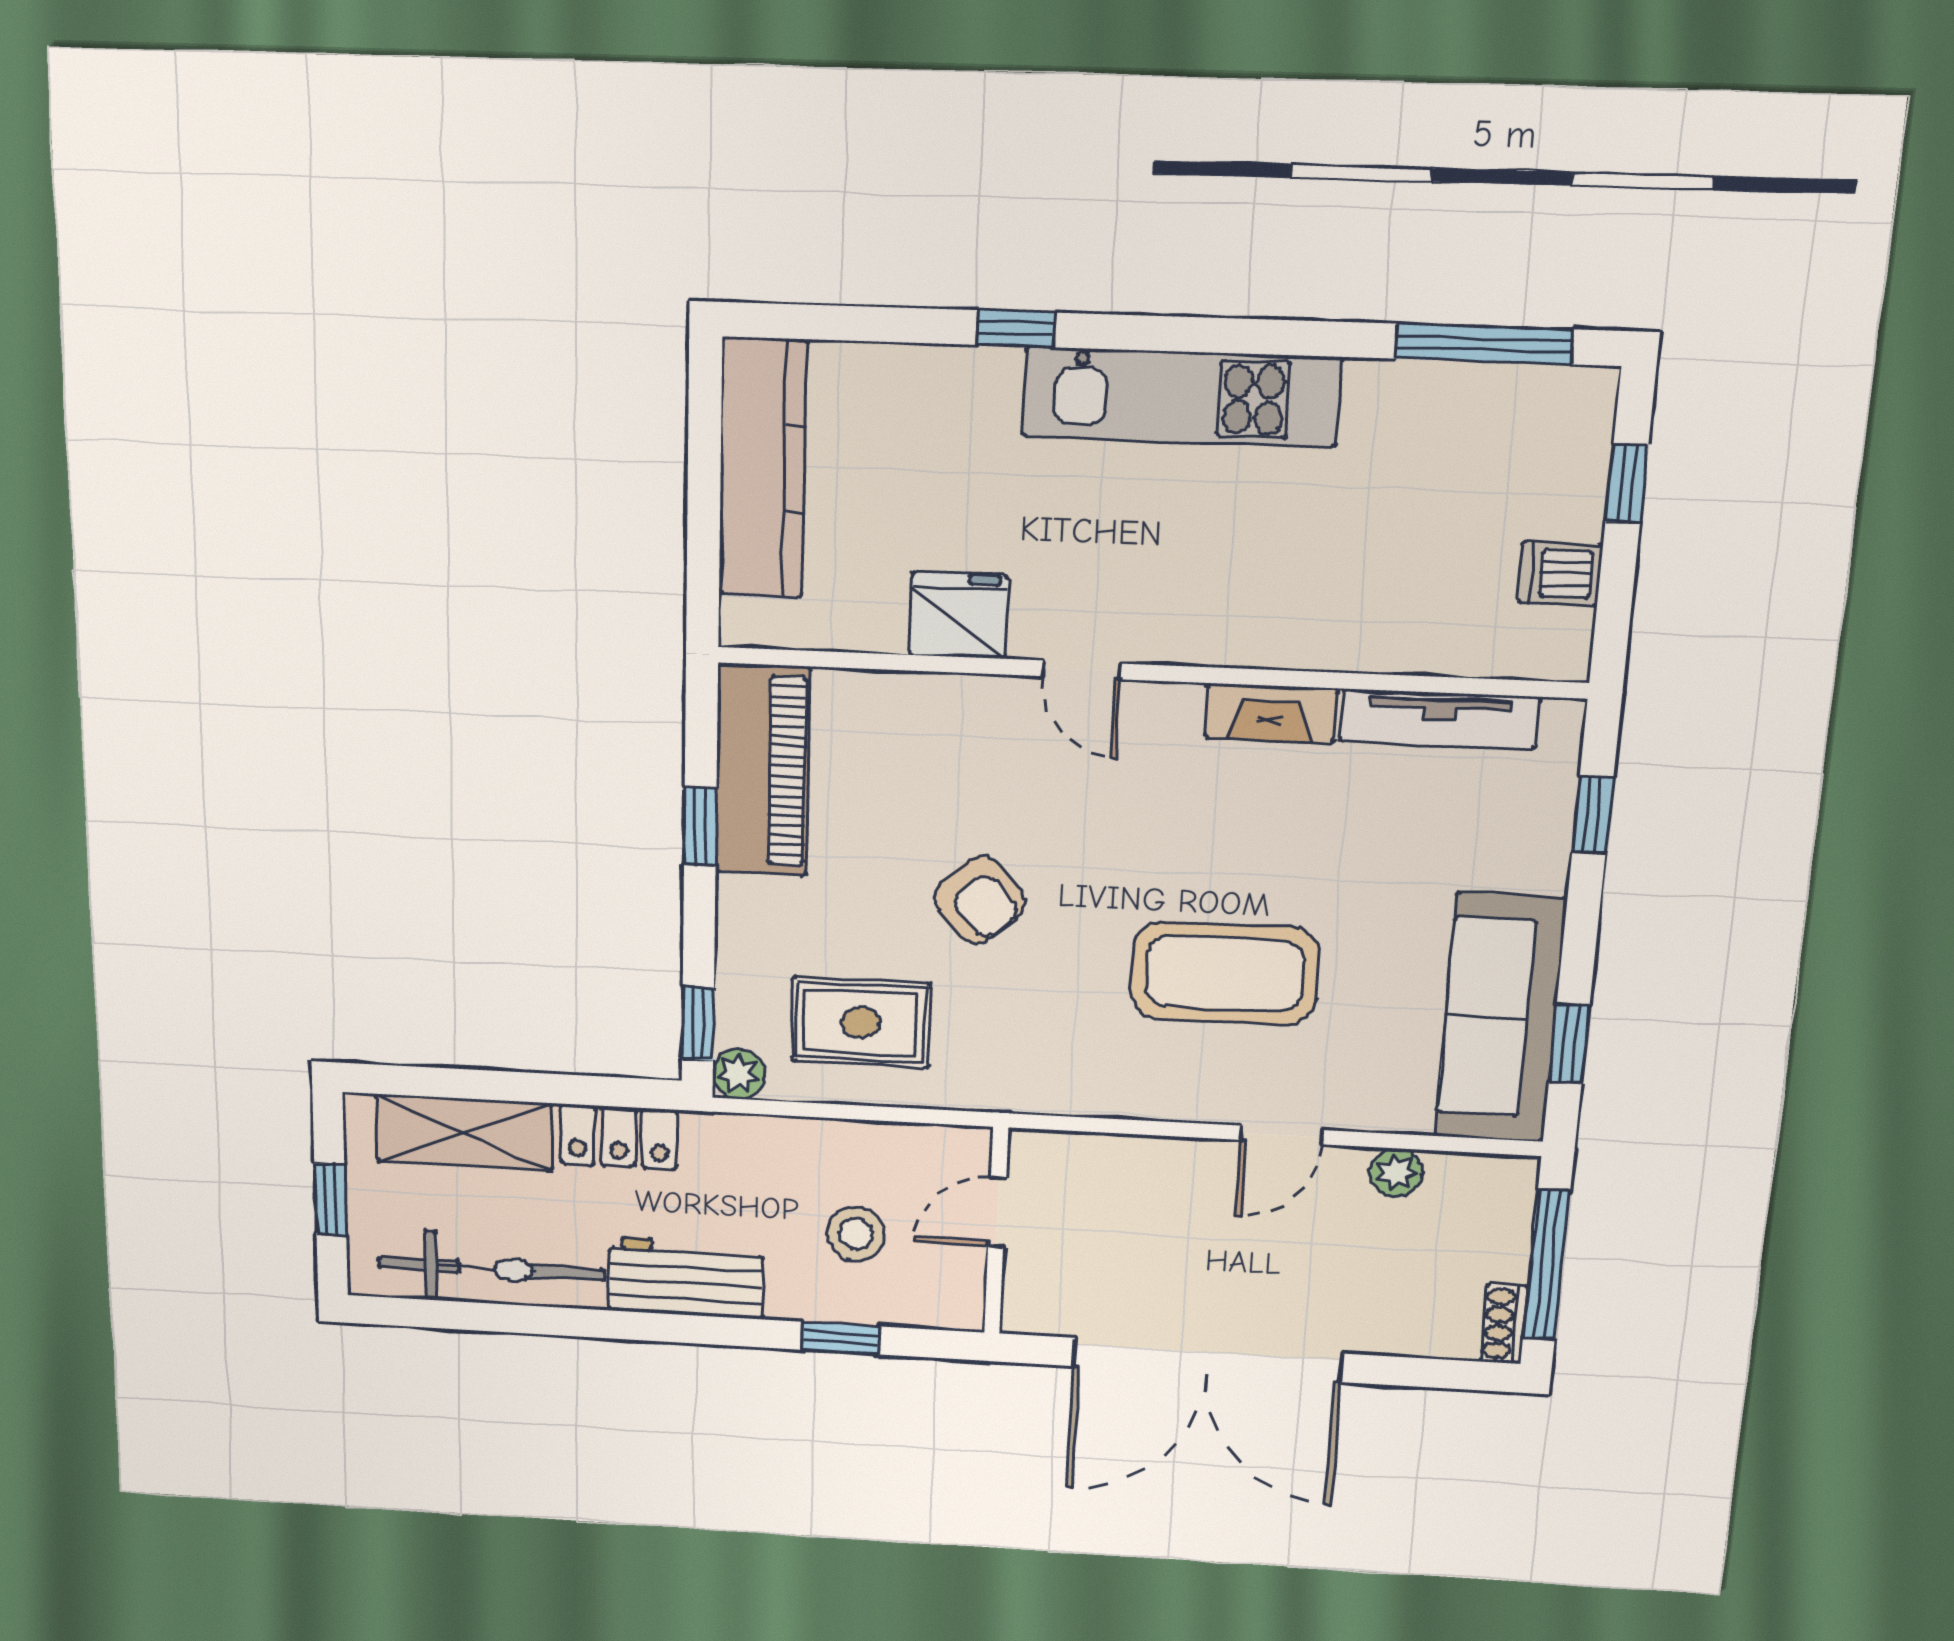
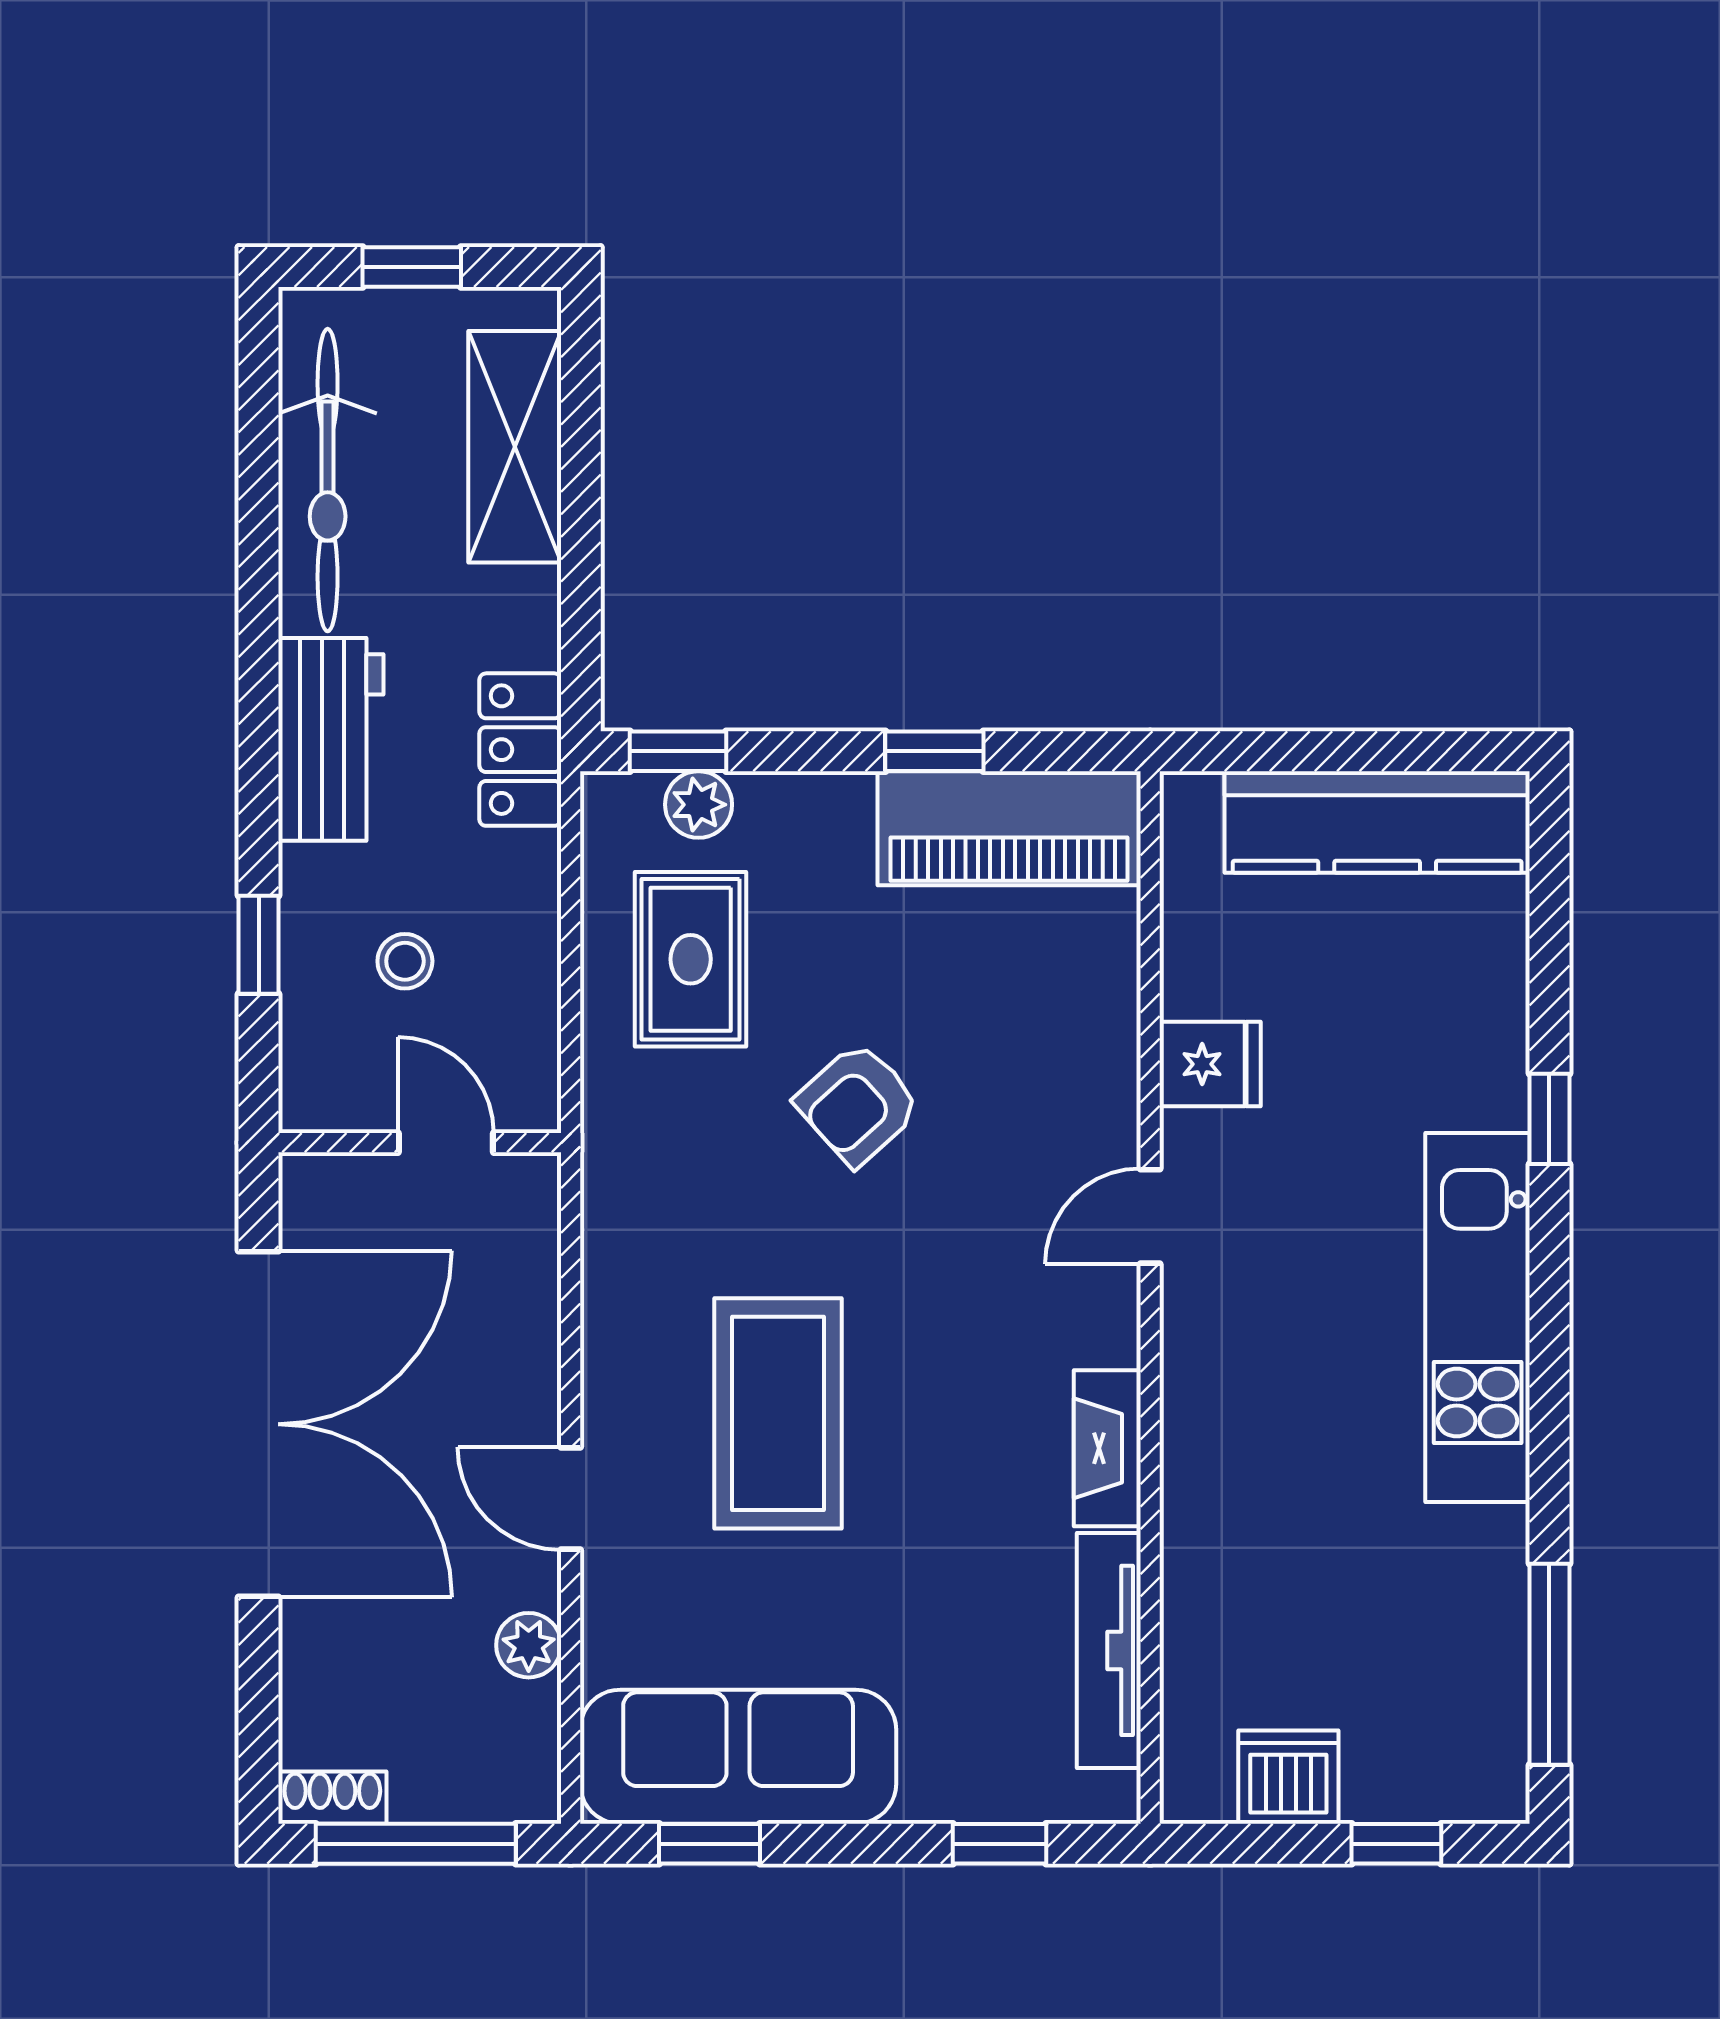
dishwasher: (1560, 573) -> (1288, 1777), width x1.38
fridge: (958, 615) -> (1210, 1064), width x0.72
plant: (739, 1074) -> (699, 805), moved
locker: (619, 1137) -> (520, 750), moved
stool: (856, 1234) -> (405, 961), width x0.73, depth x0.73
double door: (1208, 1360) -> (259, 1424), swing flipped

